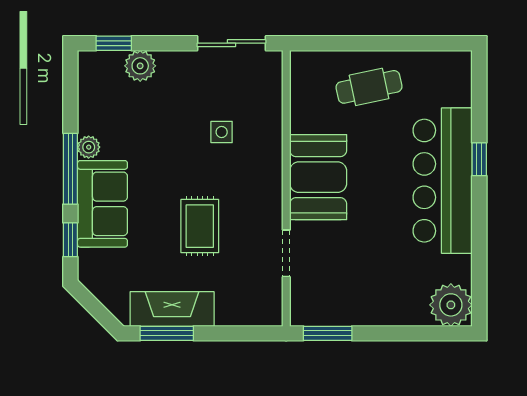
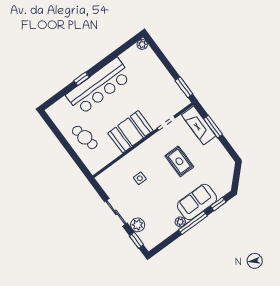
sliding door: (231, 43) -> (116, 212), moved
rug: (200, 226) -> (179, 161), turned 90
plant: (451, 305) -> (142, 44), width x0.53, depth x0.53
fireplace: (172, 309) -> (199, 125), moved
window: (167, 333) -> (213, 127), moved

